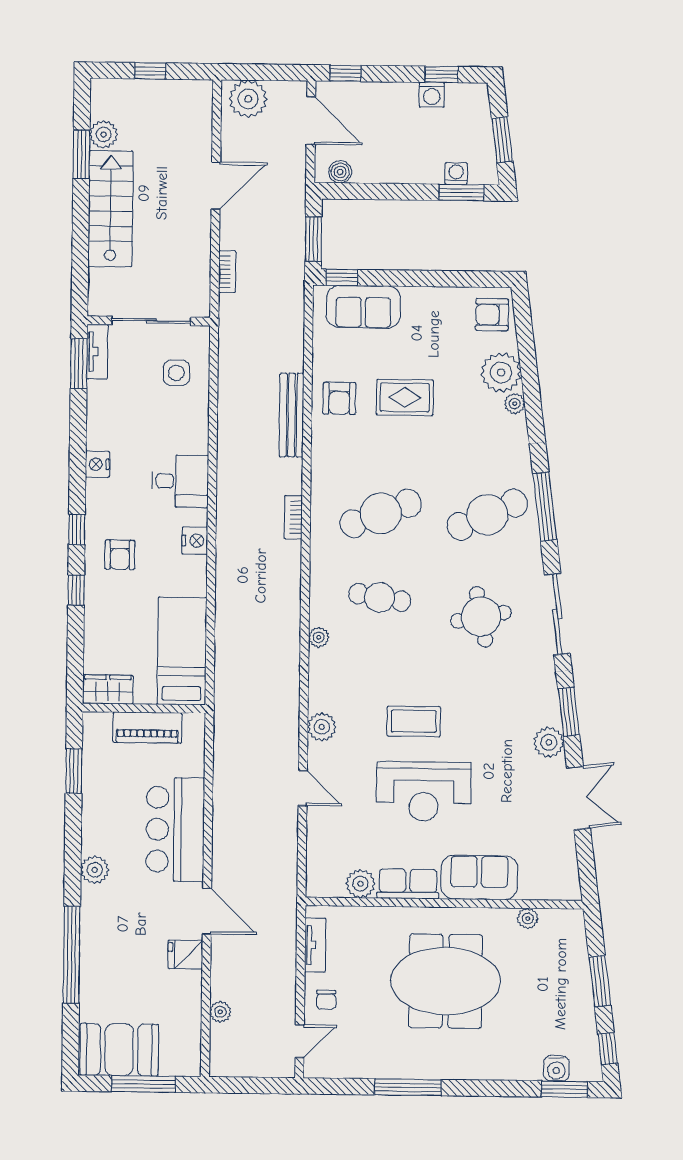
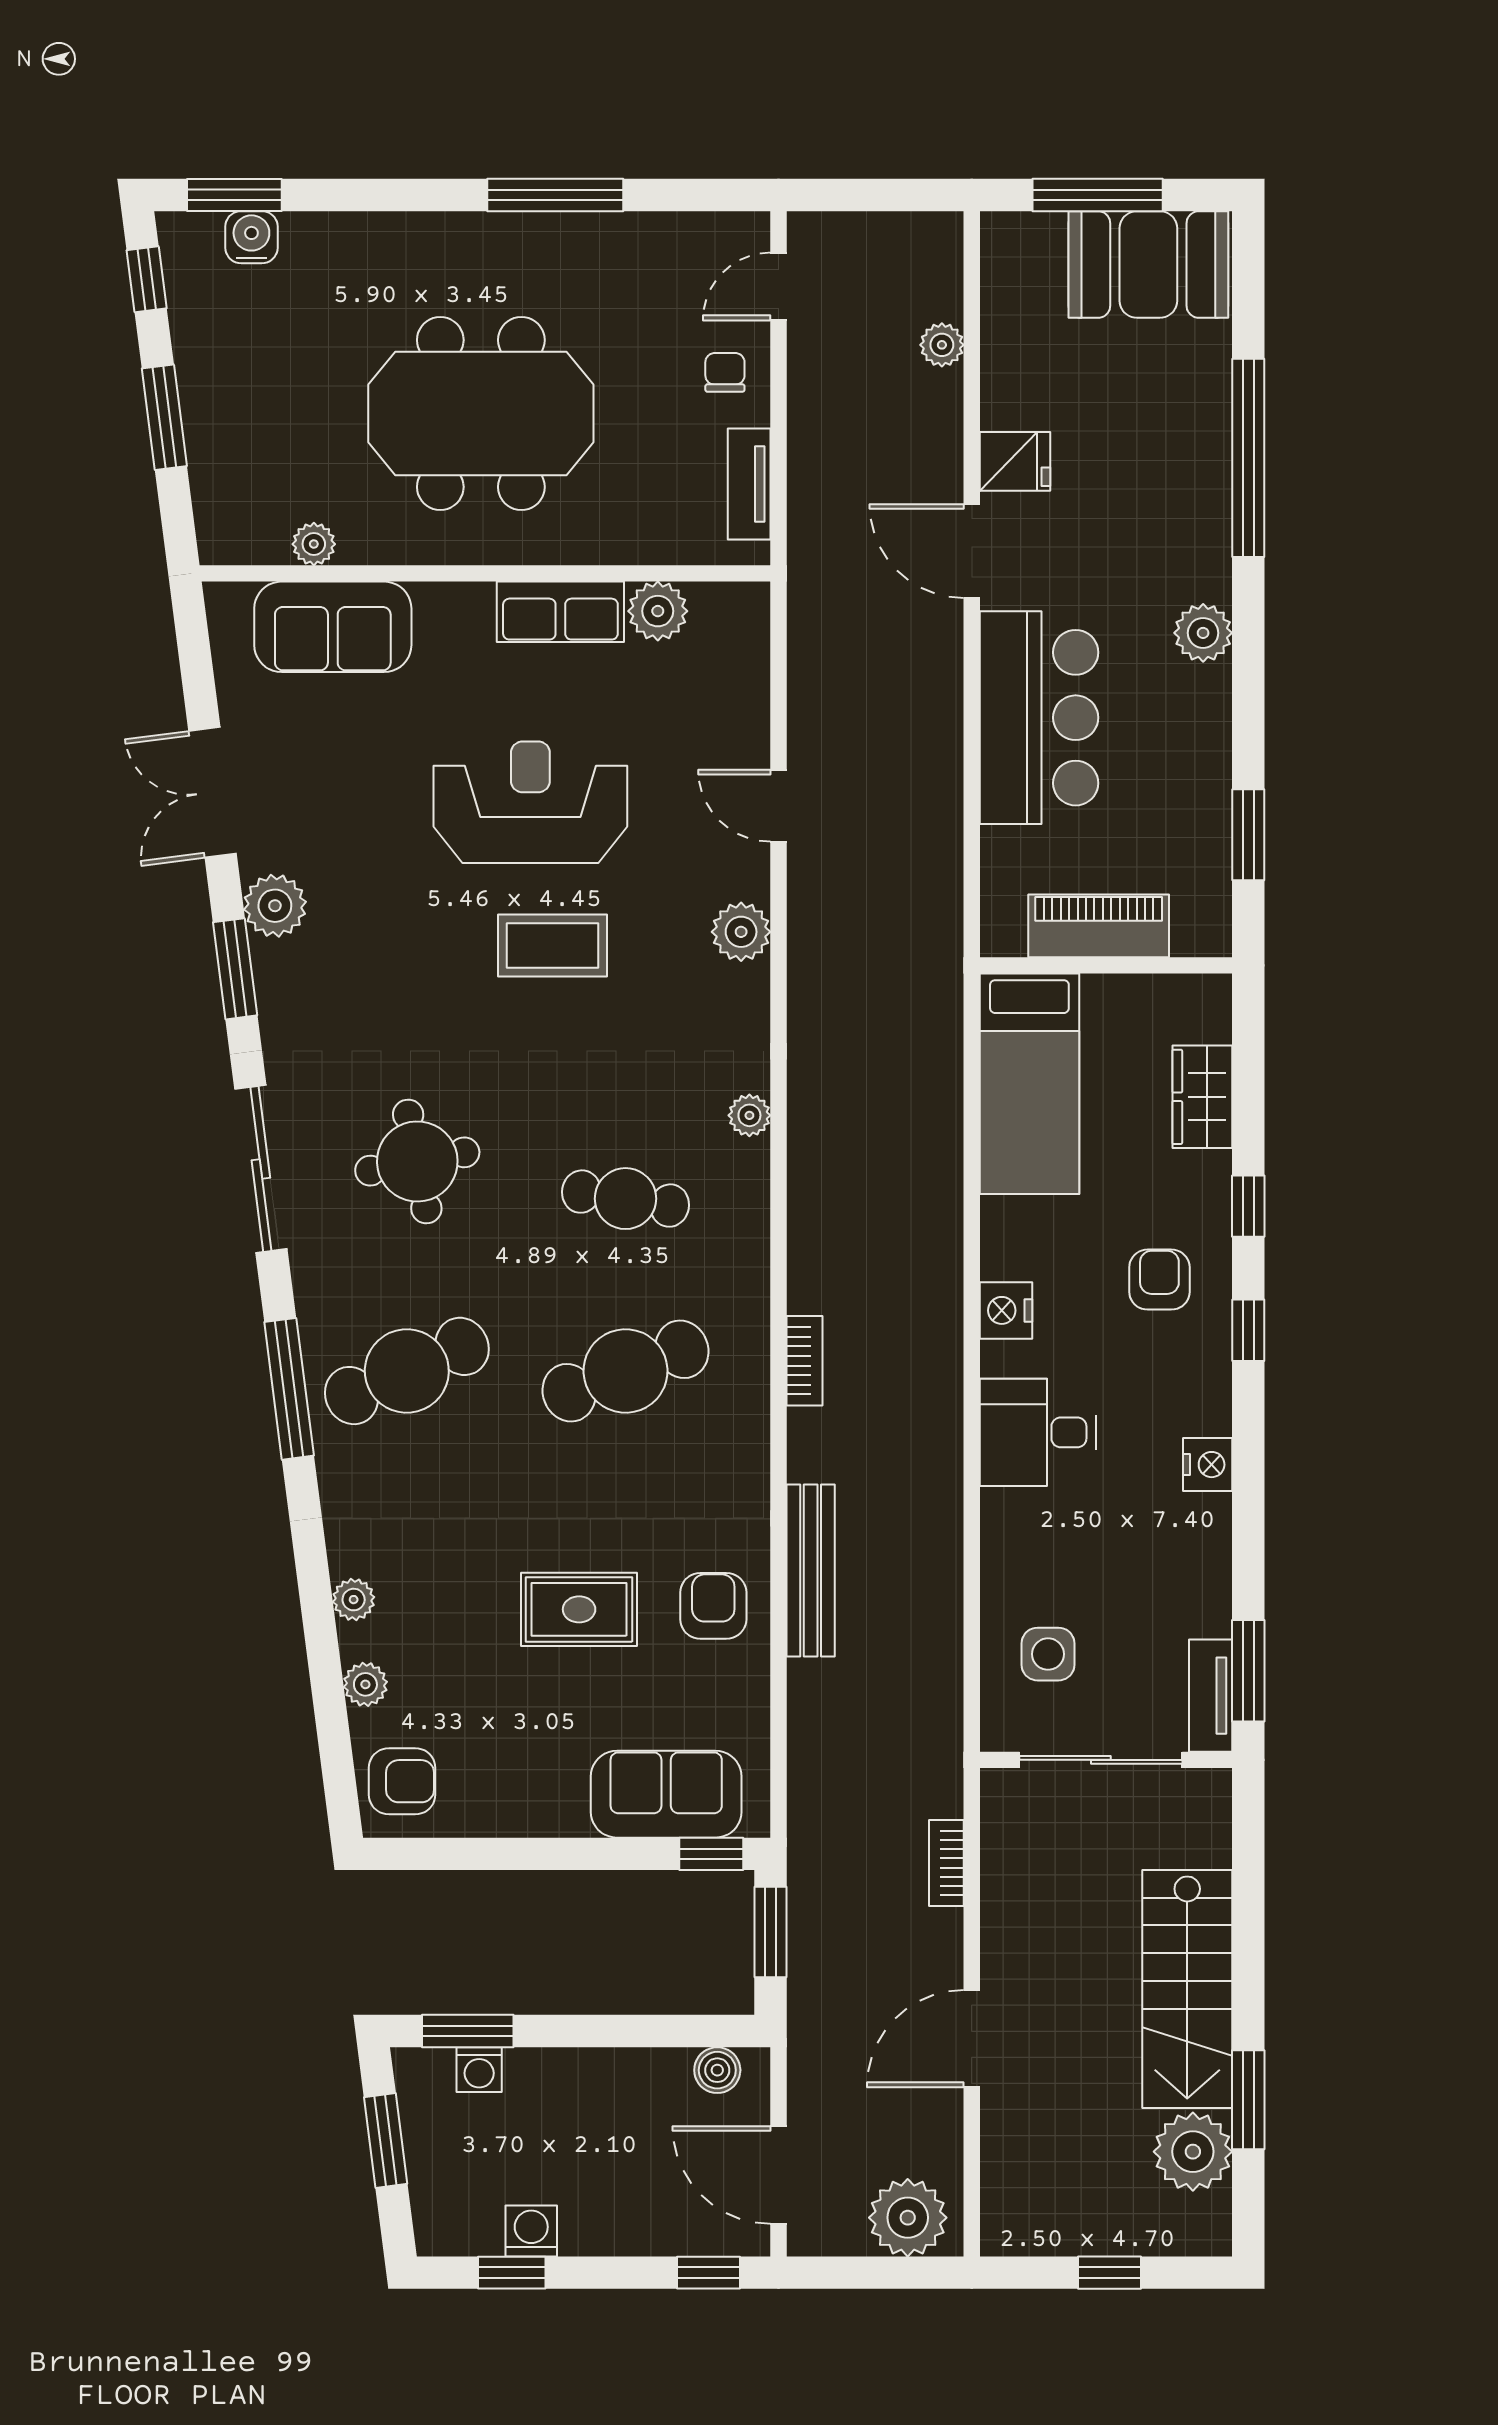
plant: (104, 134) -> (1193, 2152), width x1.36, depth x1.36
plant: (501, 373) -> (365, 1684), width x0.53, depth x0.53
wardrobe: (108, 689) -> (1202, 1097), moved, turned 90
sofa: (479, 877) -> (333, 627), moved

